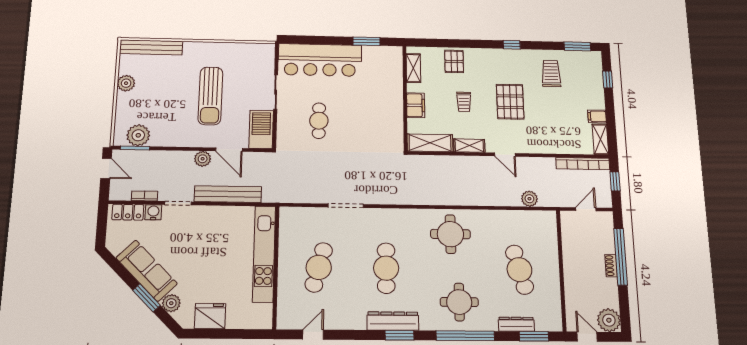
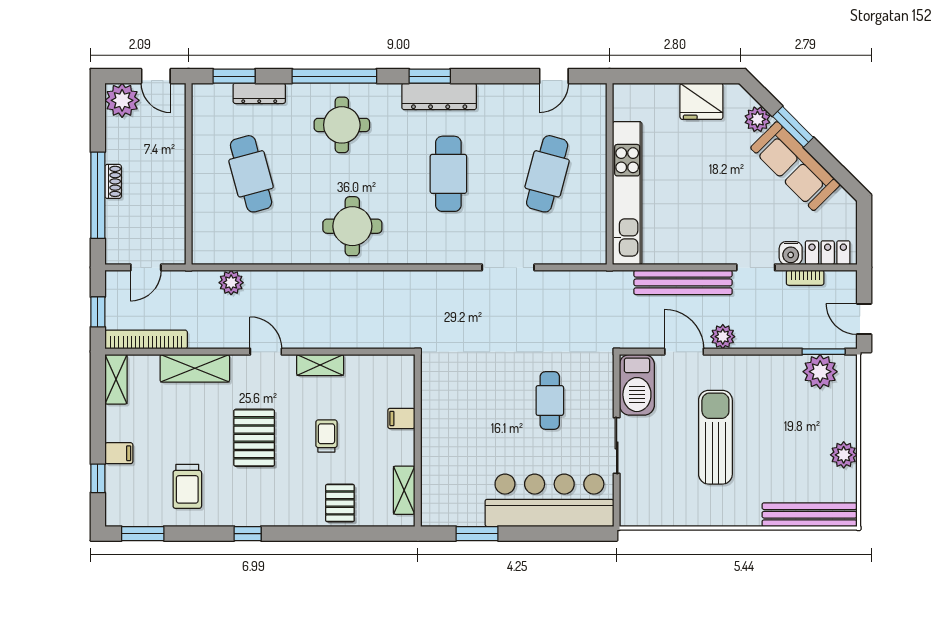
filing cabinet: (416, 105) -> (401, 418), width x0.50
filing cabinet: (597, 116) -> (119, 453), moved
shelving: (430, 143) -> (195, 368), moved

